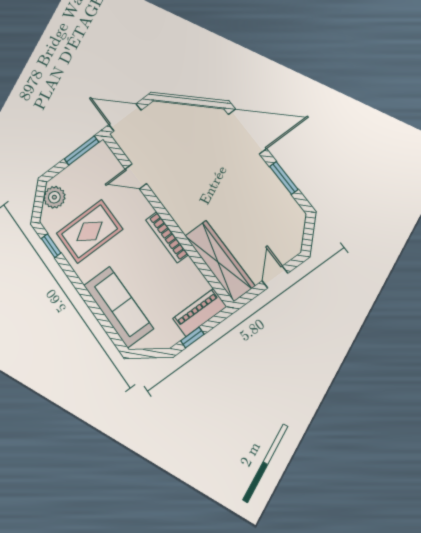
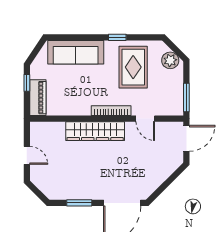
door: (136, 176) -> (145, 119), swing flipped
bookcase: (167, 237) -> (111, 111), moved
window: (51, 246) -> (117, 37), moved
wardrobe: (220, 261) -> (95, 131), moved

